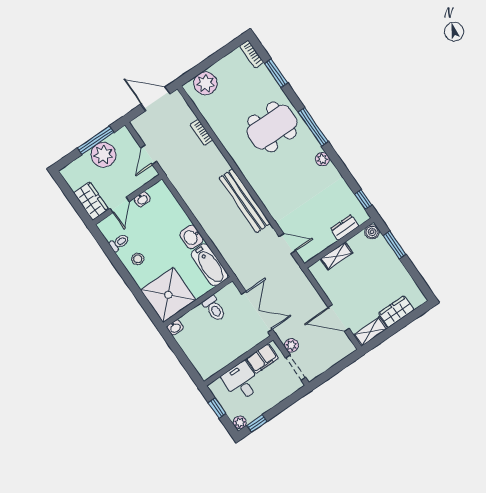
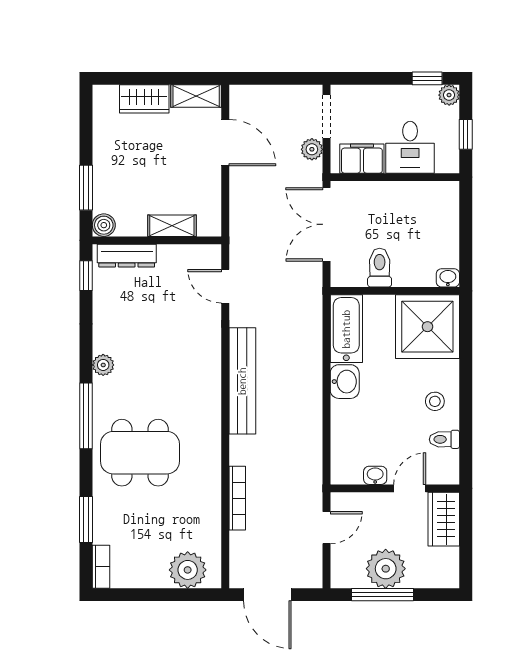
bookcase: (201, 132) -> (237, 498), width x1.56
dresser: (345, 227) -> (127, 256), width x1.44

